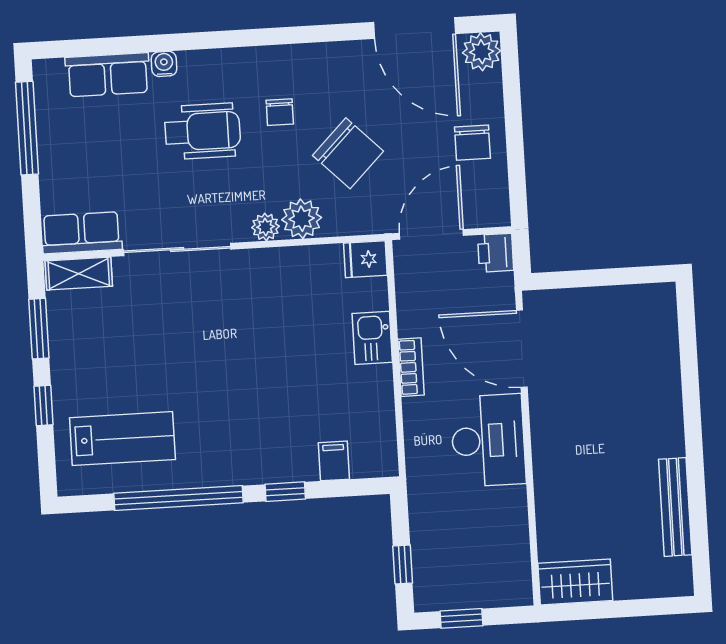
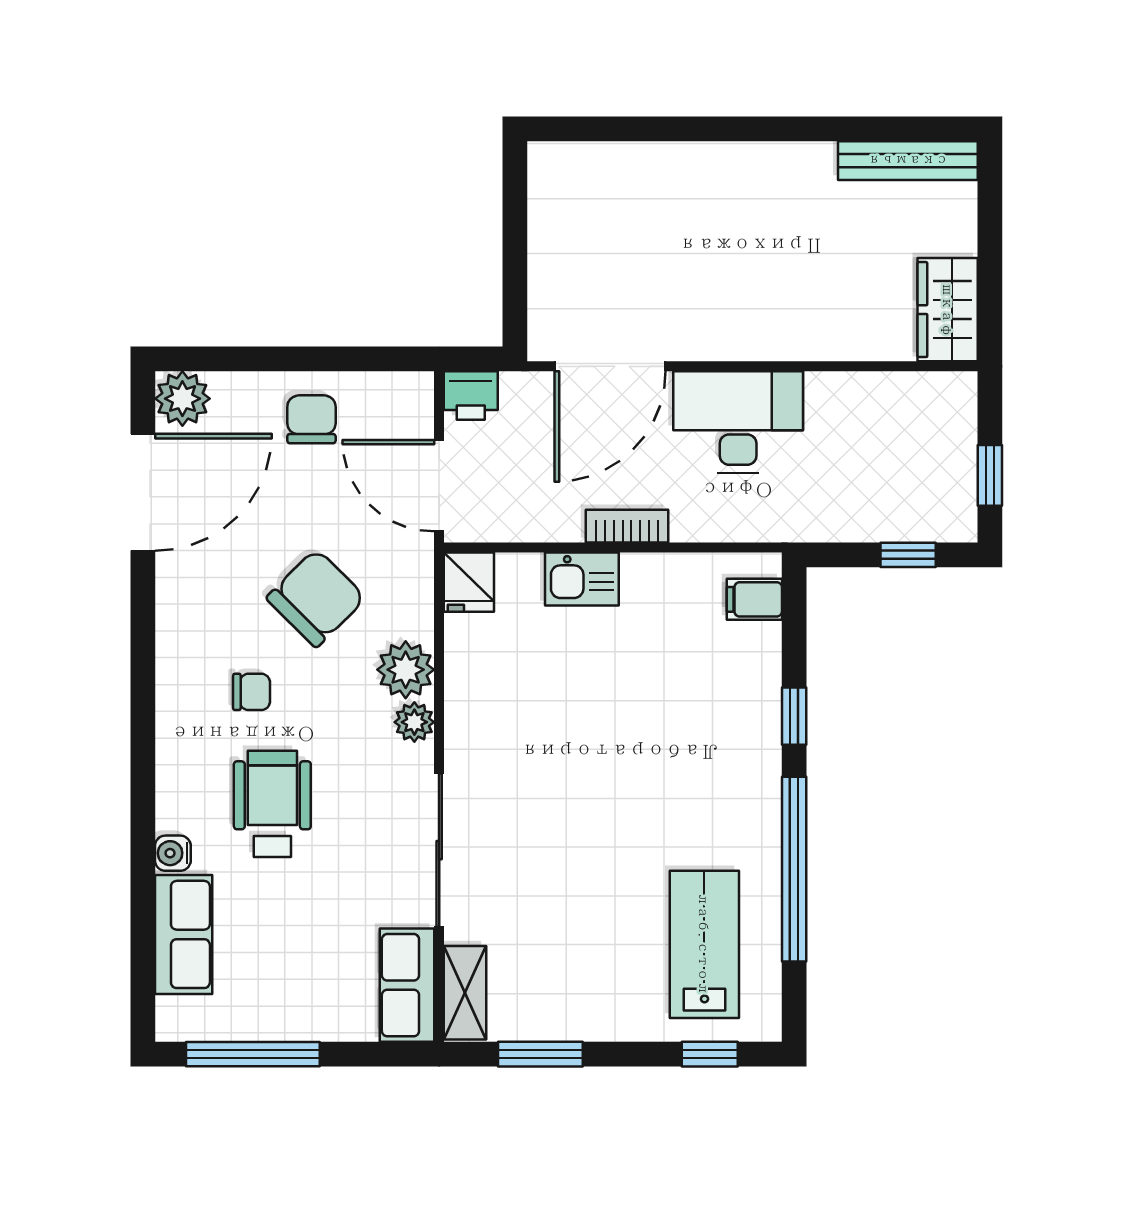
chair: (472, 143) -> (311, 419), turned -90
window: (43, 405) -> (710, 1054), moved
filing cabinet: (334, 461) -> (754, 599), moved
bench: (675, 507) -> (908, 161), moved

